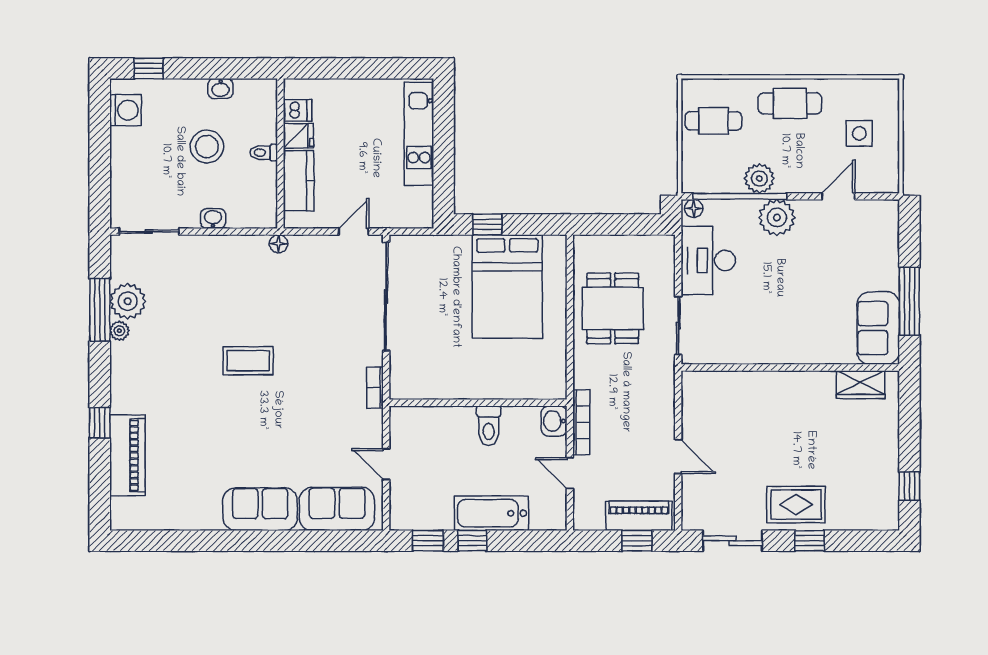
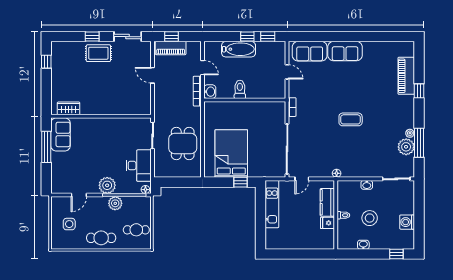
washing machine: (125, 110) -> (407, 222), moved
dishwasher: (297, 110) -> (328, 235), removed
kitchen unit: (419, 134) -> (272, 204), moved

